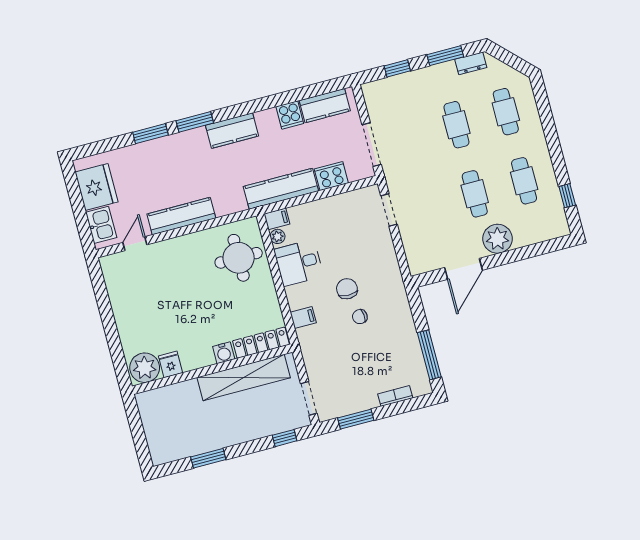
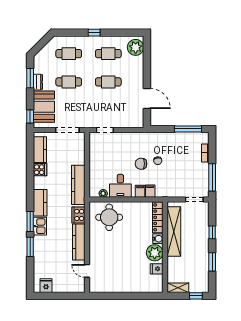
dresser: (471, 63) -> (38, 82), moved
window: (397, 68) -> (30, 117), moved
booth: (402, 93) -> (44, 107), added
cooker: (331, 176) -> (78, 215), moved
fridge: (97, 187) -> (46, 286), width x0.53, depth x0.75
window: (567, 196) -> (94, 33), moved
filing cabinet: (277, 219) -> (140, 191), moved
kitchen sink: (101, 225) -> (40, 226), moved, turned 90
plant: (498, 239) -> (136, 47), moved
plant: (145, 368) -> (155, 253), moved
shelving: (147, 411) -> (178, 288), added
window: (356, 419) -> (212, 177), width x1.44
window: (285, 438) -> (212, 232), moved
window: (141, 446) -> (196, 296), added

